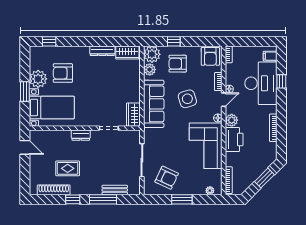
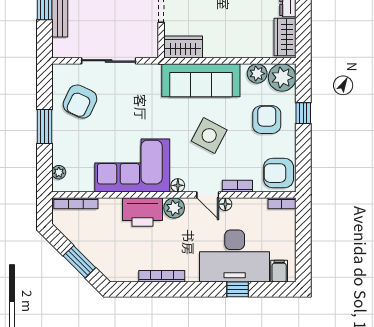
side table: (187, 99) -> (209, 135), turned 45

